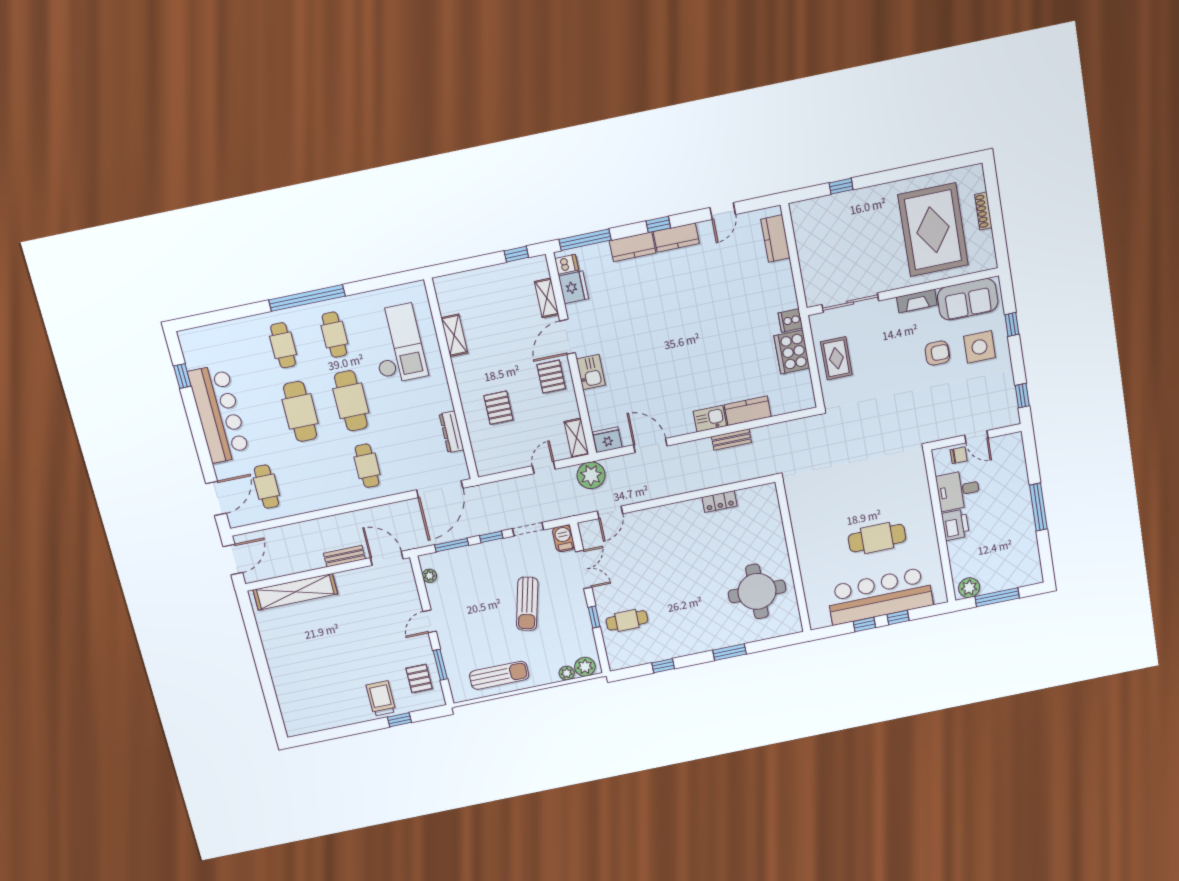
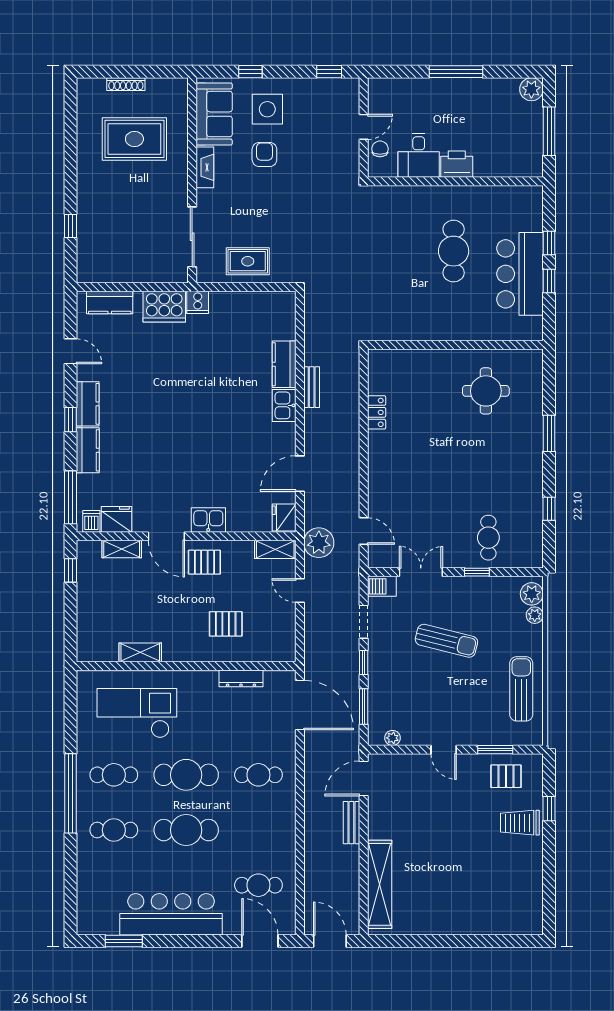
rug: (933, 230) -> (134, 139), width x0.73, depth x0.69
cooker: (792, 352) -> (164, 307), moved
window: (182, 376) -> (124, 941), width x1.50
plant: (969, 588) -> (531, 89), moved
round table: (757, 591) -> (486, 391), width x0.73, depth x0.73
bar counter: (880, 596) -> (520, 274), width x0.73

